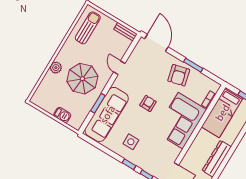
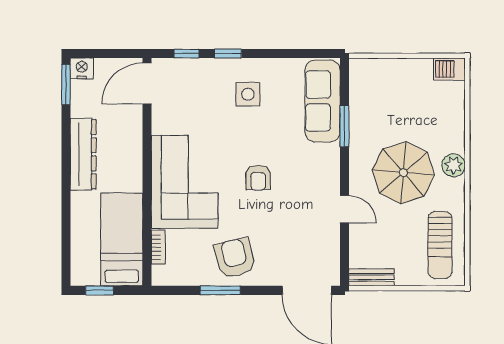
plant: (56, 68) -> (453, 165), moved
parasol: (82, 79) -> (403, 173), moved
sofa: (107, 114) -> (323, 101), width x0.74, depth x0.79
barbecue: (62, 115) -> (449, 69), moved

